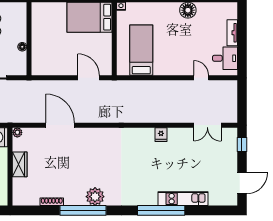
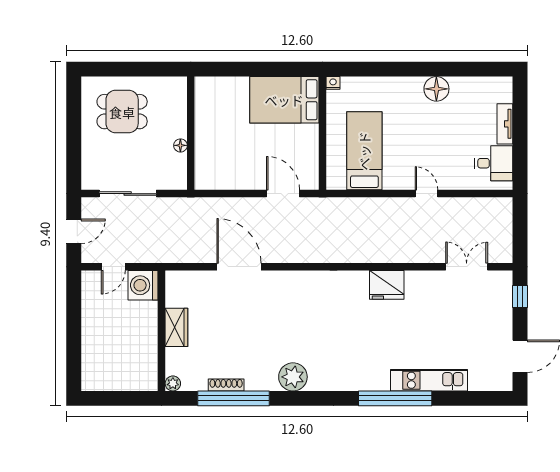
door: (201, 78) -> (427, 194), moved
double door: (207, 125) -> (467, 267), swing flipped
plant: (17, 132) -> (173, 383), moved
fridge: (161, 135) -> (387, 285), width x1.88, depth x1.34
window: (83, 210) -> (233, 398), moved

